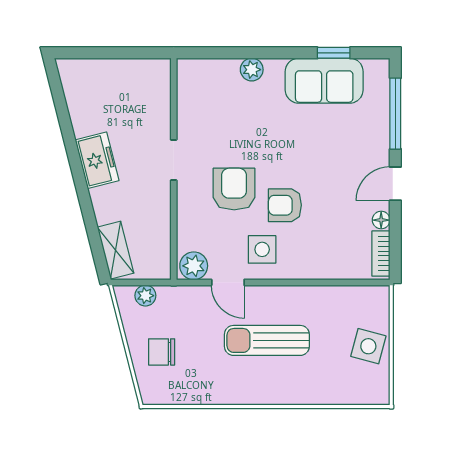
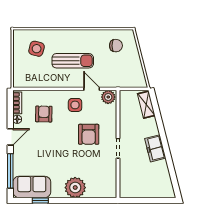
plant: (252, 70) -> (75, 188), width x1.87, depth x1.87
sofa: (324, 81) -> (32, 187), moved
armchair: (285, 205) -> (44, 114), moved, turned -89
plant: (145, 296) -> (132, 83), removed
side table: (368, 346) -> (37, 49), moved
chair: (162, 352) -> (116, 46), moved

